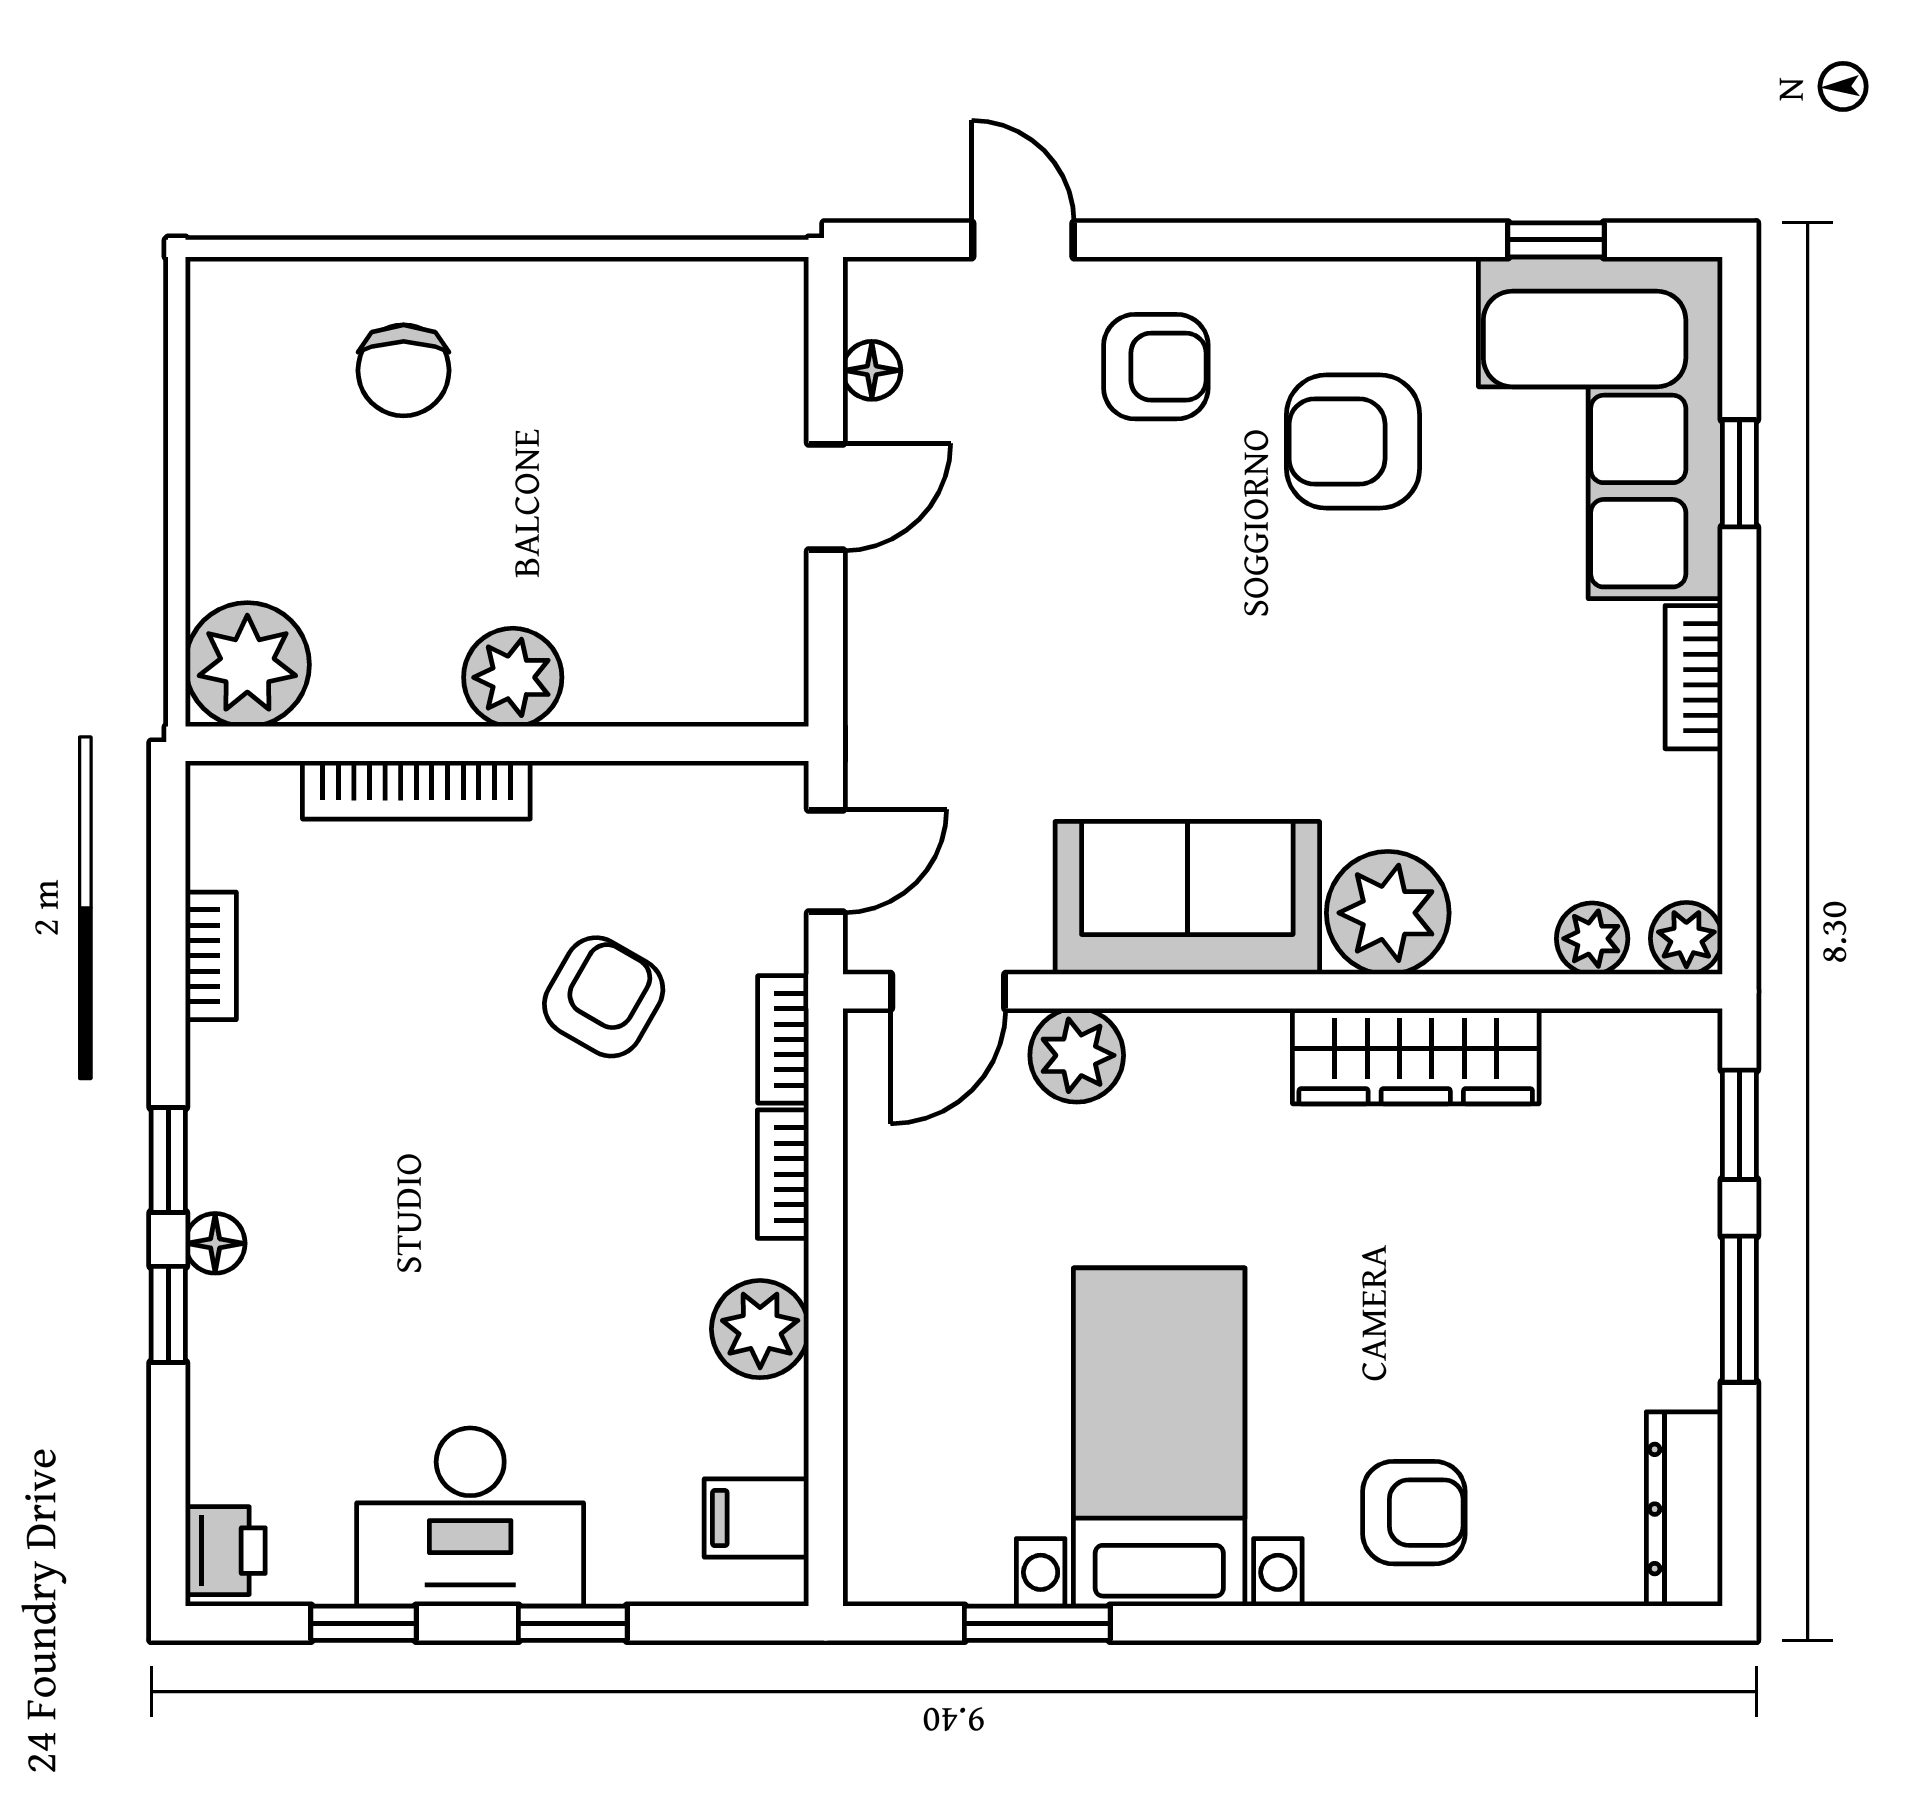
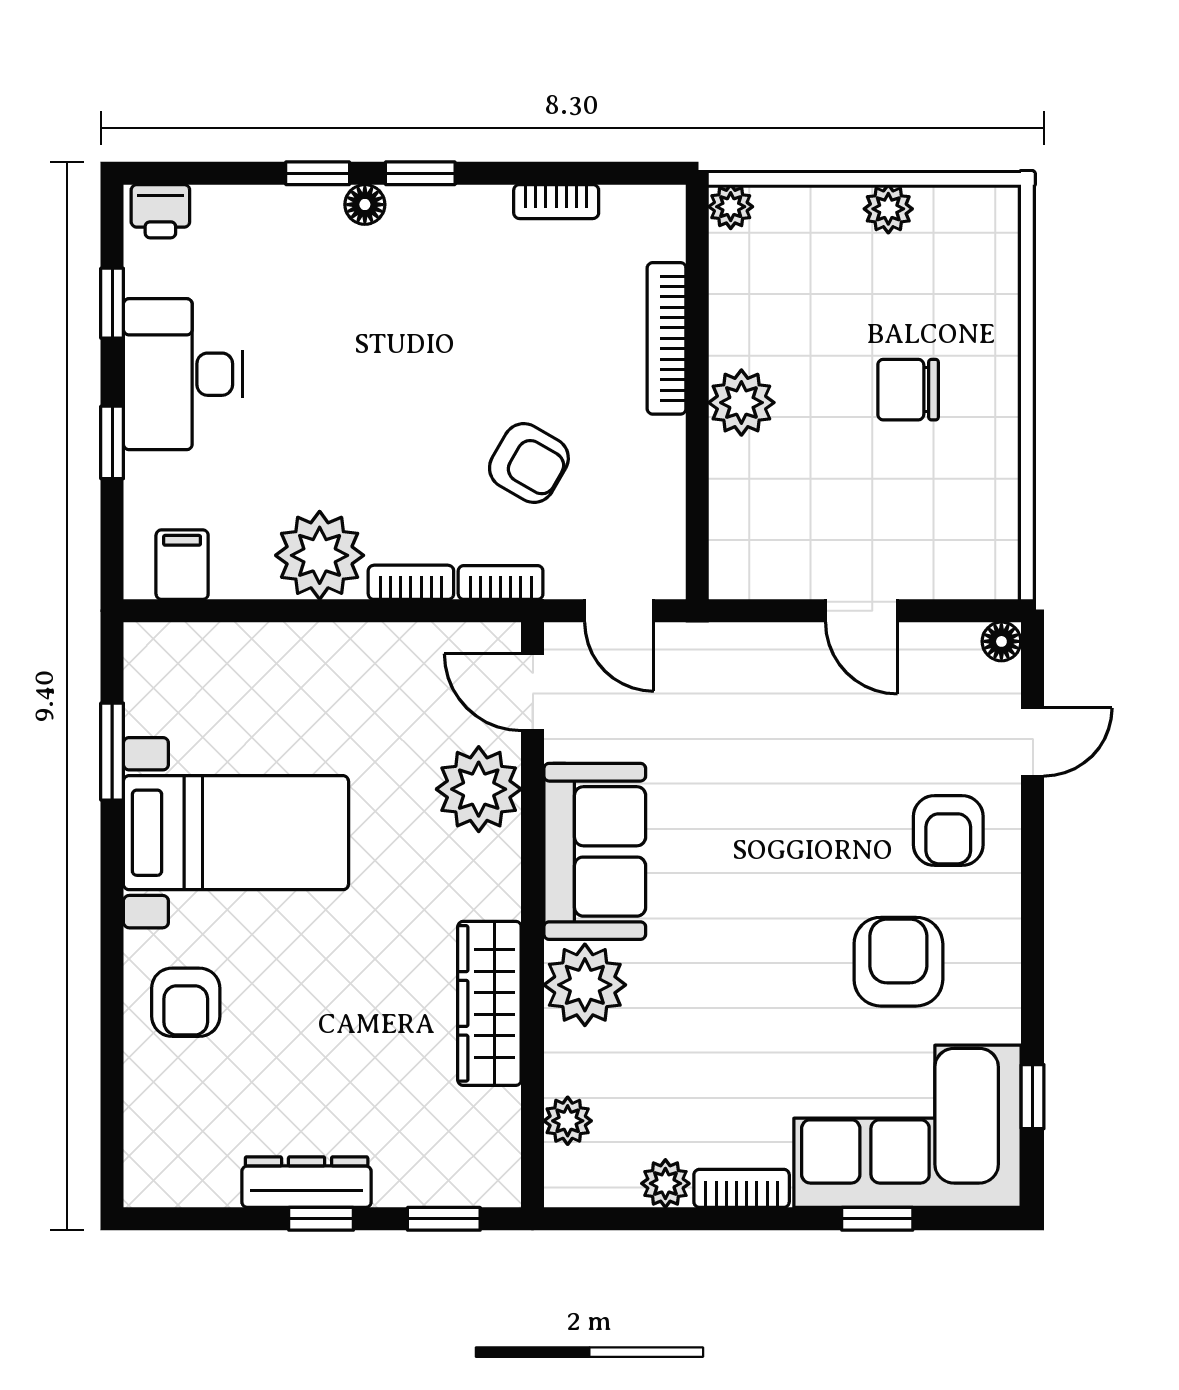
chair: (404, 370) -> (908, 390), moved
floor lamp: (872, 370) -> (1001, 641), moved
plant: (222, 457) -> (888, 209), added
plant: (247, 665) -> (731, 207), width x0.53, depth x0.53
plant: (1686, 938) -> (665, 1183), moved
plant: (1077, 1055) -> (479, 789), width x1.36, depth x1.36
window: (1739, 1309) -> (321, 1219), width x0.67
plant: (760, 1329) -> (320, 555), width x1.36, depth x1.36
dresser: (1684, 1509) -> (307, 1182), moved

